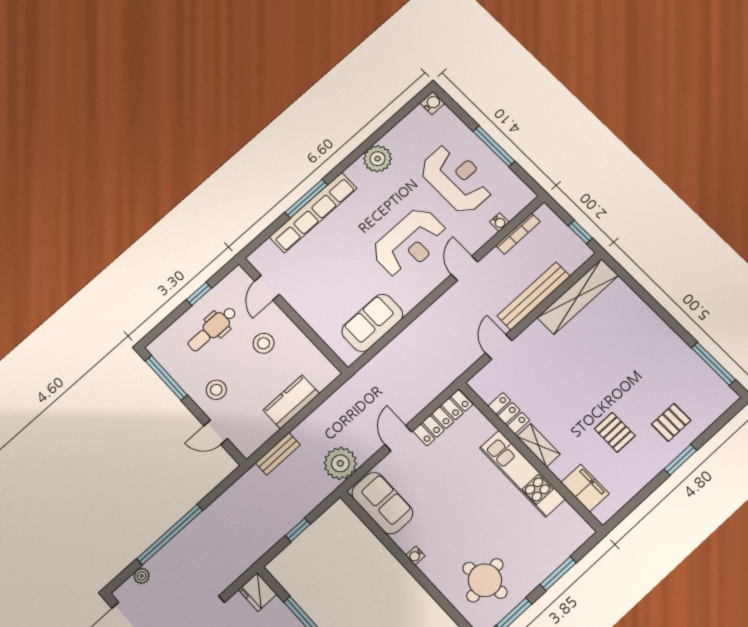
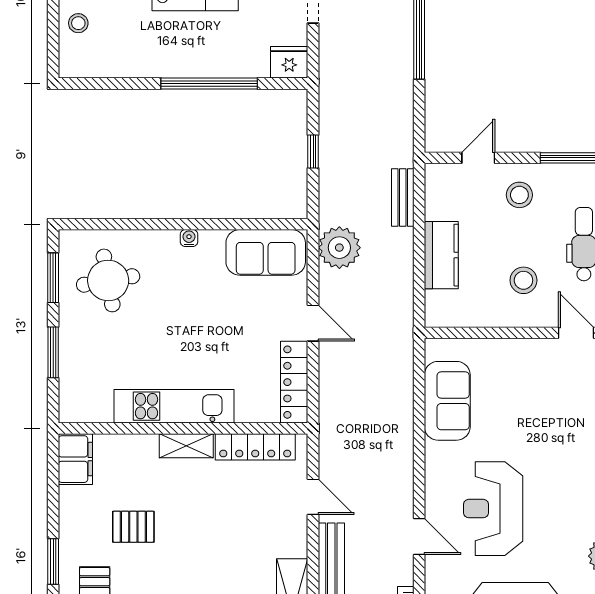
locker: (509, 413) -> (255, 447), width x1.53
filing cabinet: (585, 488) -> (75, 459), moved, turned -90

